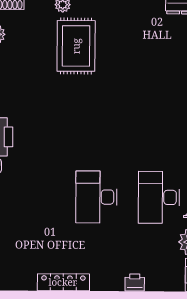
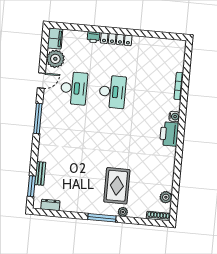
locker: (63, 282) -> (116, 39), moved

